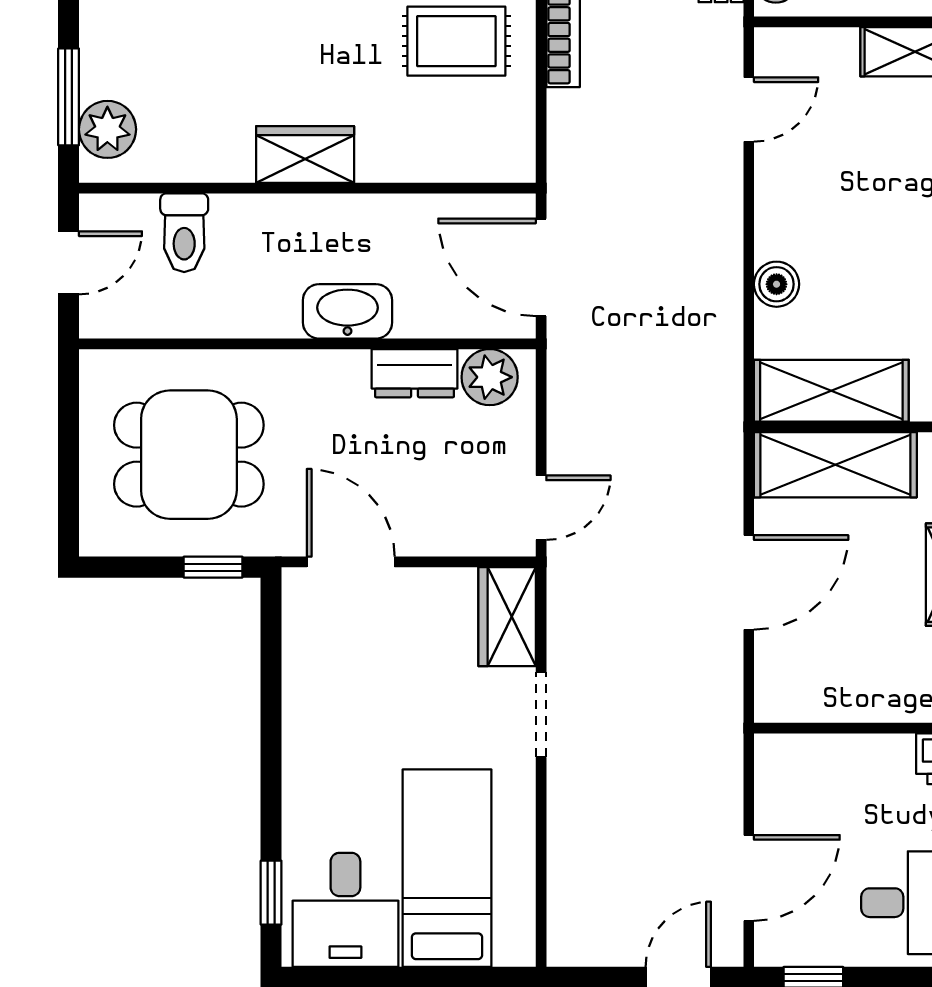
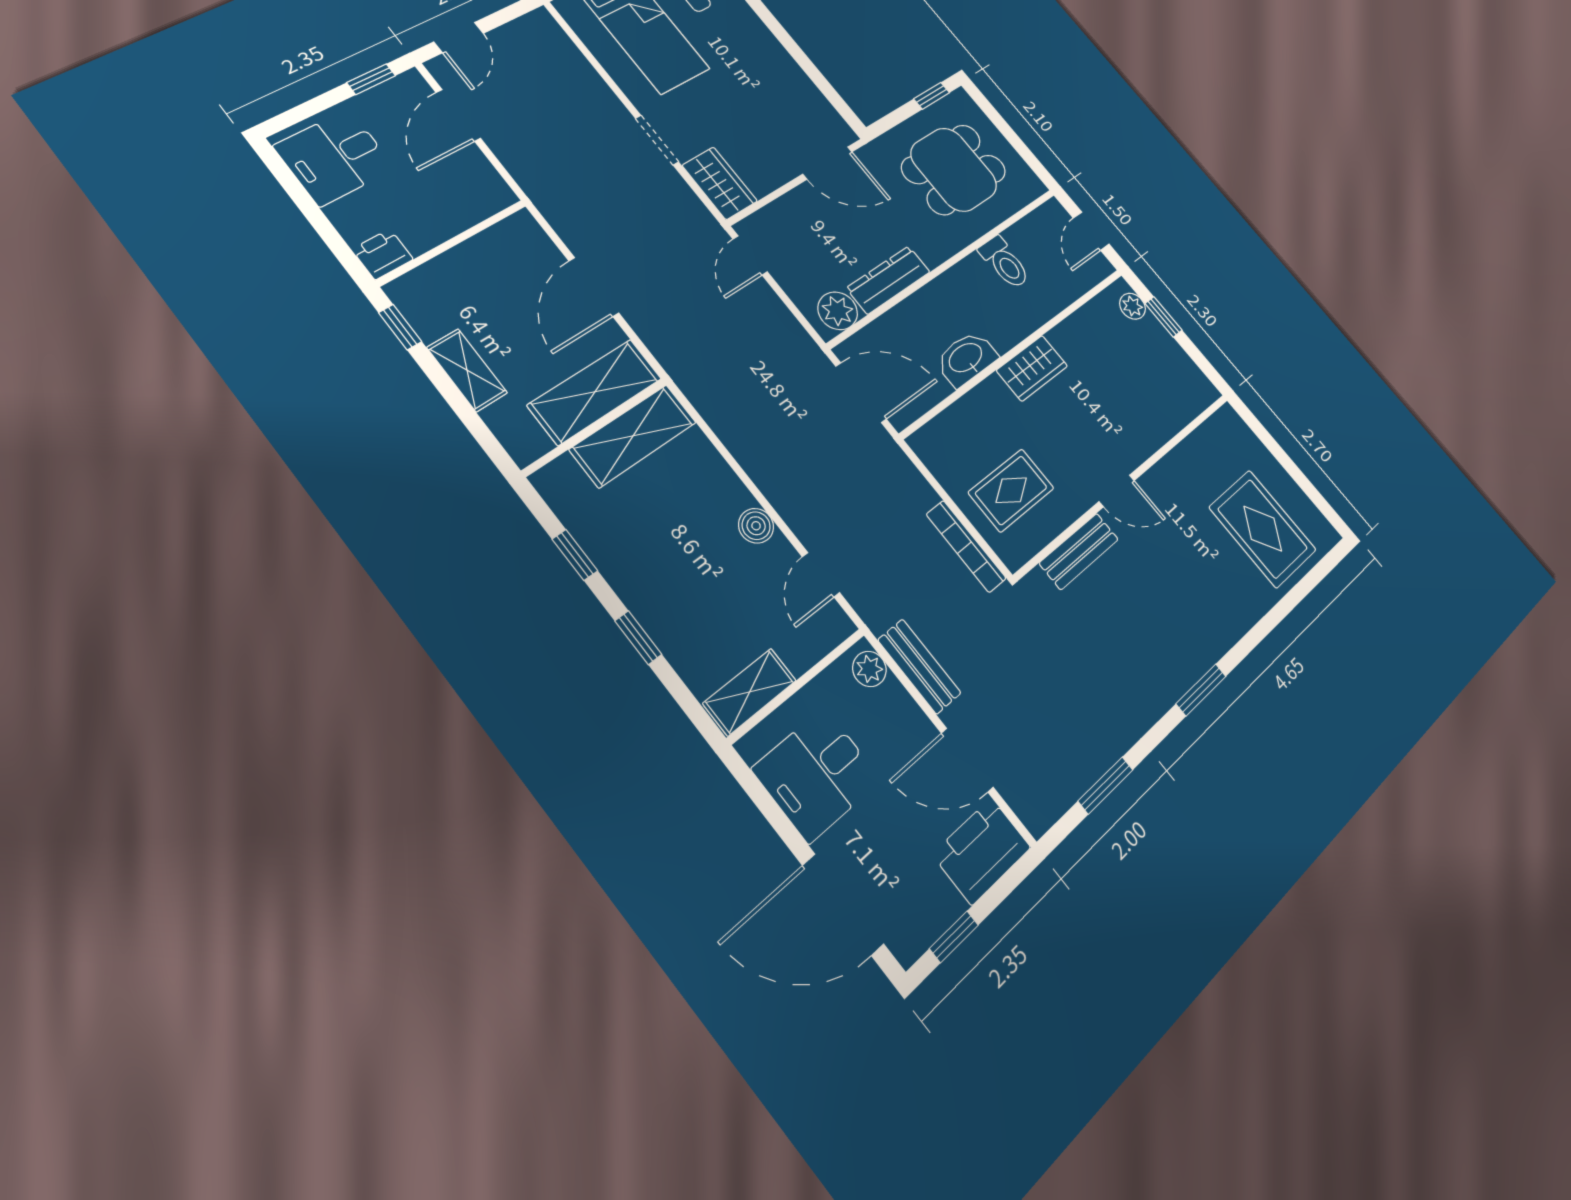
window: (69, 97) -> (1164, 317), width x0.67
plant: (107, 129) -> (1133, 306), width x0.73, depth x0.73
toilet: (184, 233) -> (1005, 262), moved, turned 180
boiler: (777, 284) -> (756, 526), moved
washbasin: (348, 311) -> (966, 358), moved, turned 180
dresser: (415, 373) -> (888, 280), width x1.44
window: (213, 567) -> (932, 96), moved

